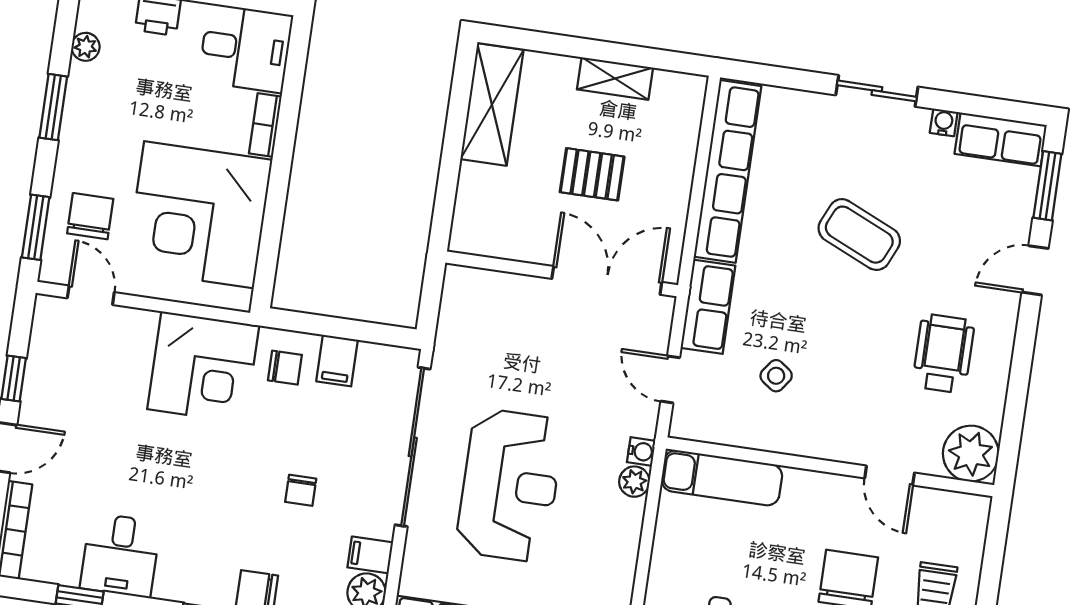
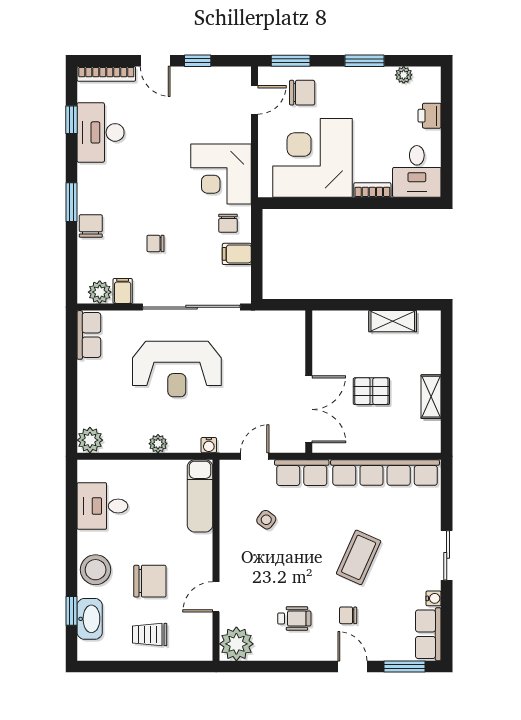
shelving: (492, 105) -> (393, 321), width x0.67, depth x0.75
pallet: (592, 174) -> (371, 391), turned 90
chair: (951, 265) -> (348, 615), added
wheelchair: (943, 354) -> (294, 618), width x0.73, depth x0.73
plant: (634, 482) -> (158, 444), moved
desk: (120, 555) -> (101, 132), width x1.37

